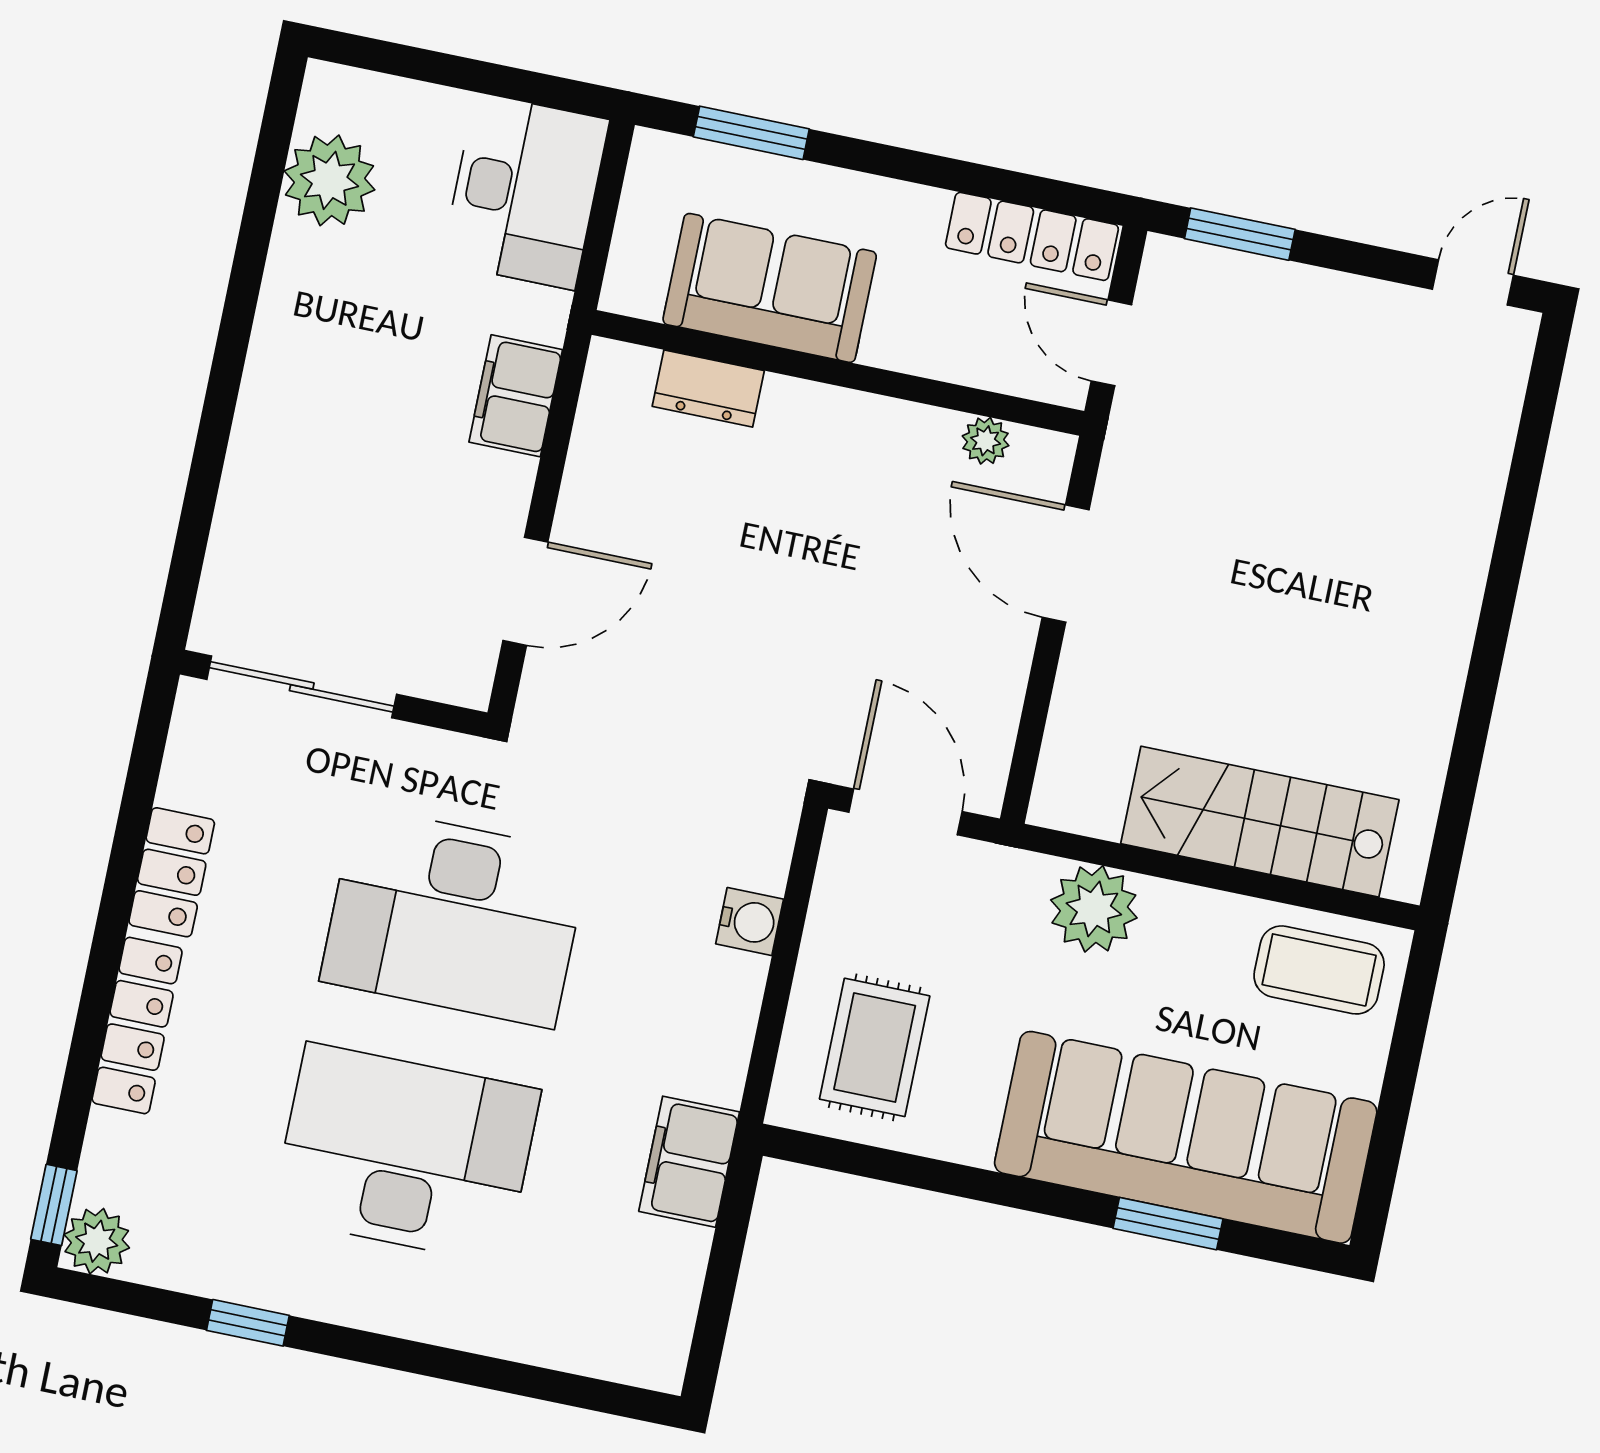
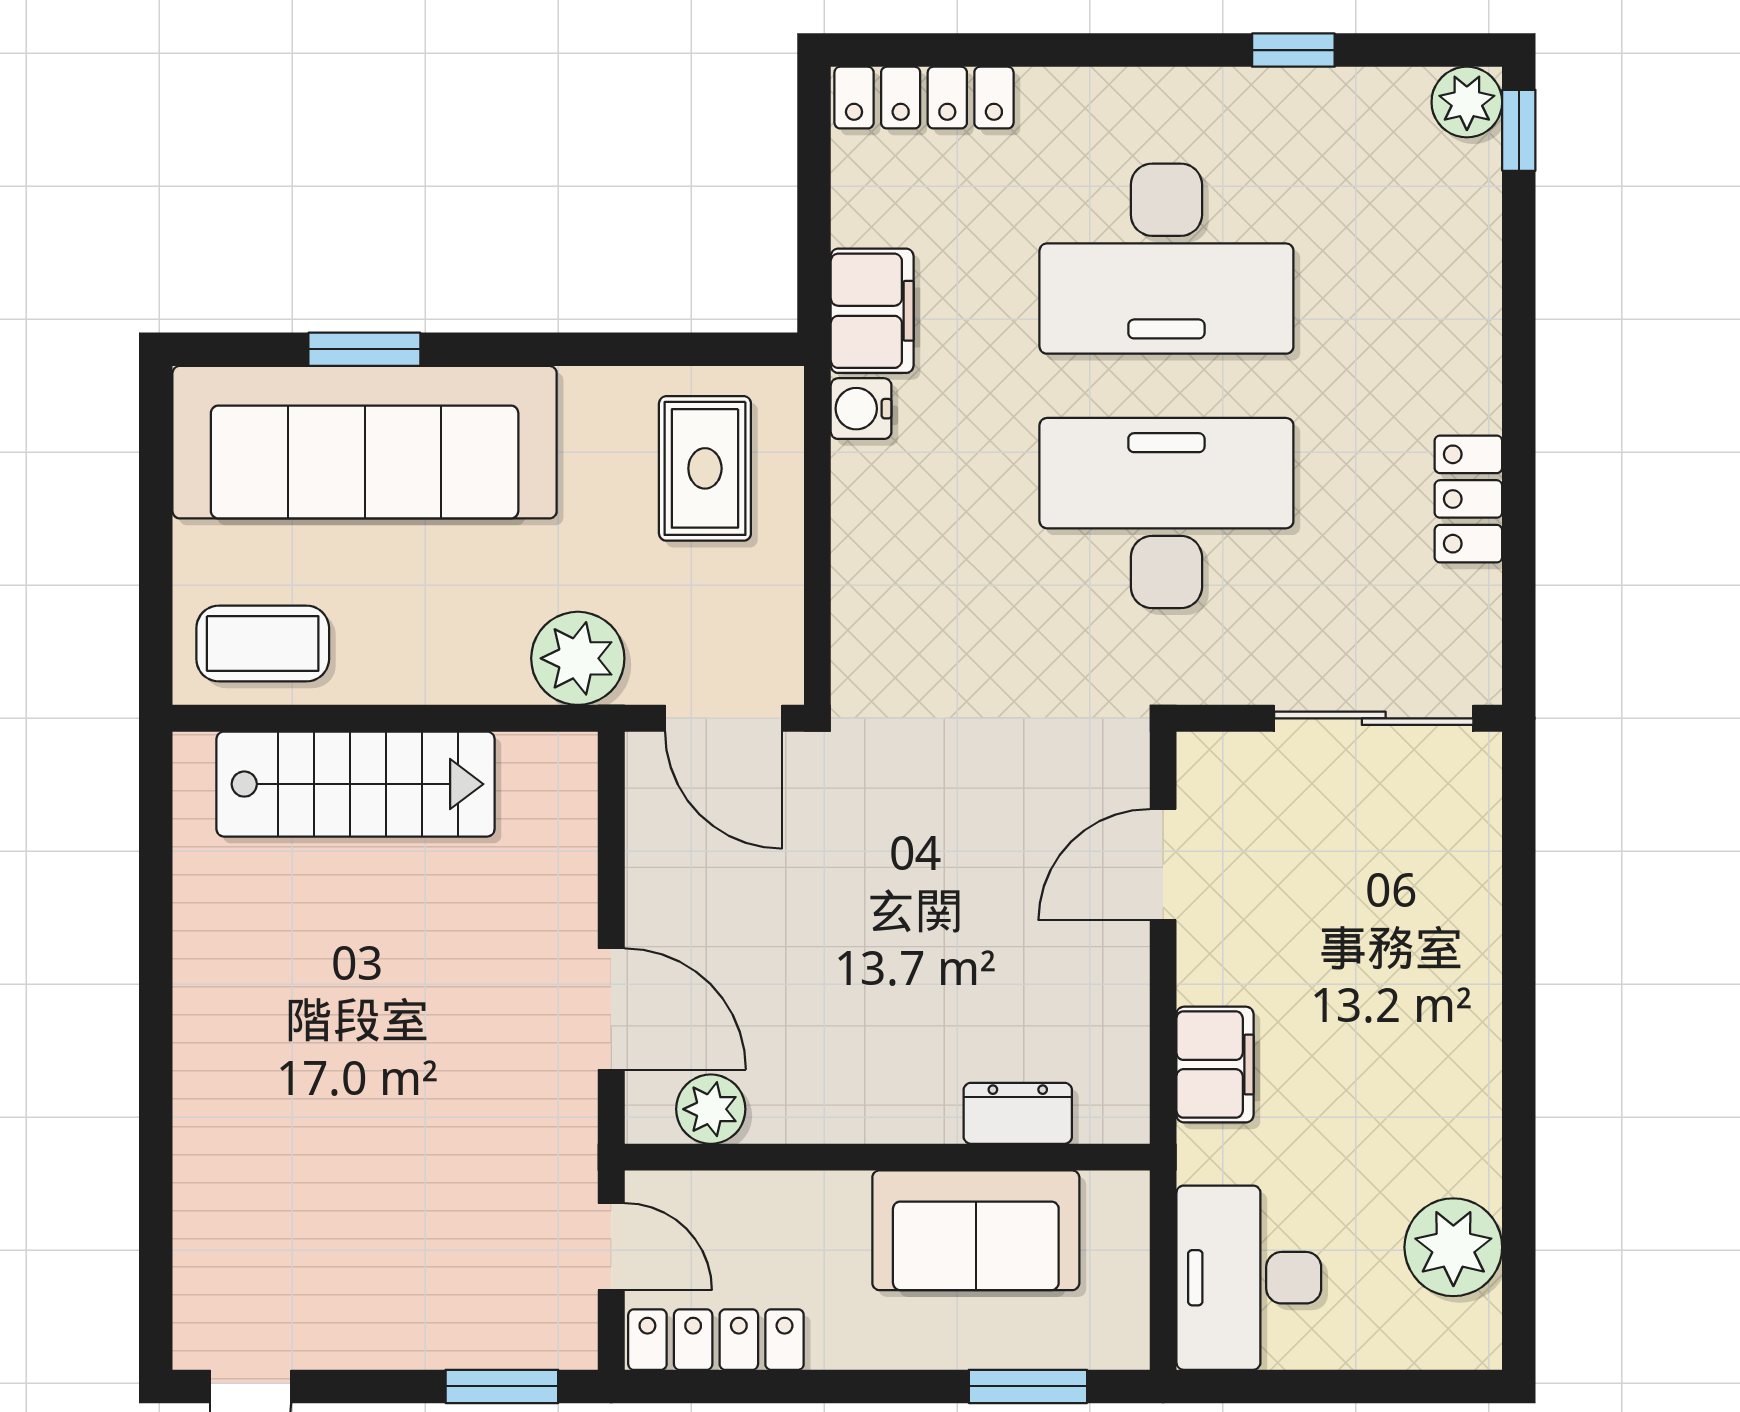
plant: (986, 441) -> (711, 1109), width x1.38, depth x1.38
plant: (1094, 909) -> (578, 658), moved
water cooler: (750, 921) -> (861, 409), moved
locker: (137, 1025) -> (924, 98), moved, turned -90

